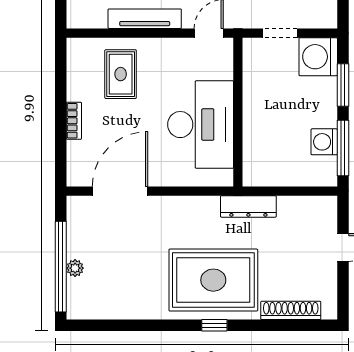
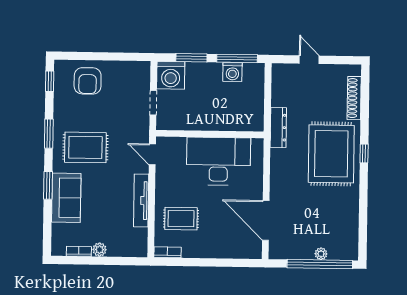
bookcase: (74, 121) -> (168, 252), moved

